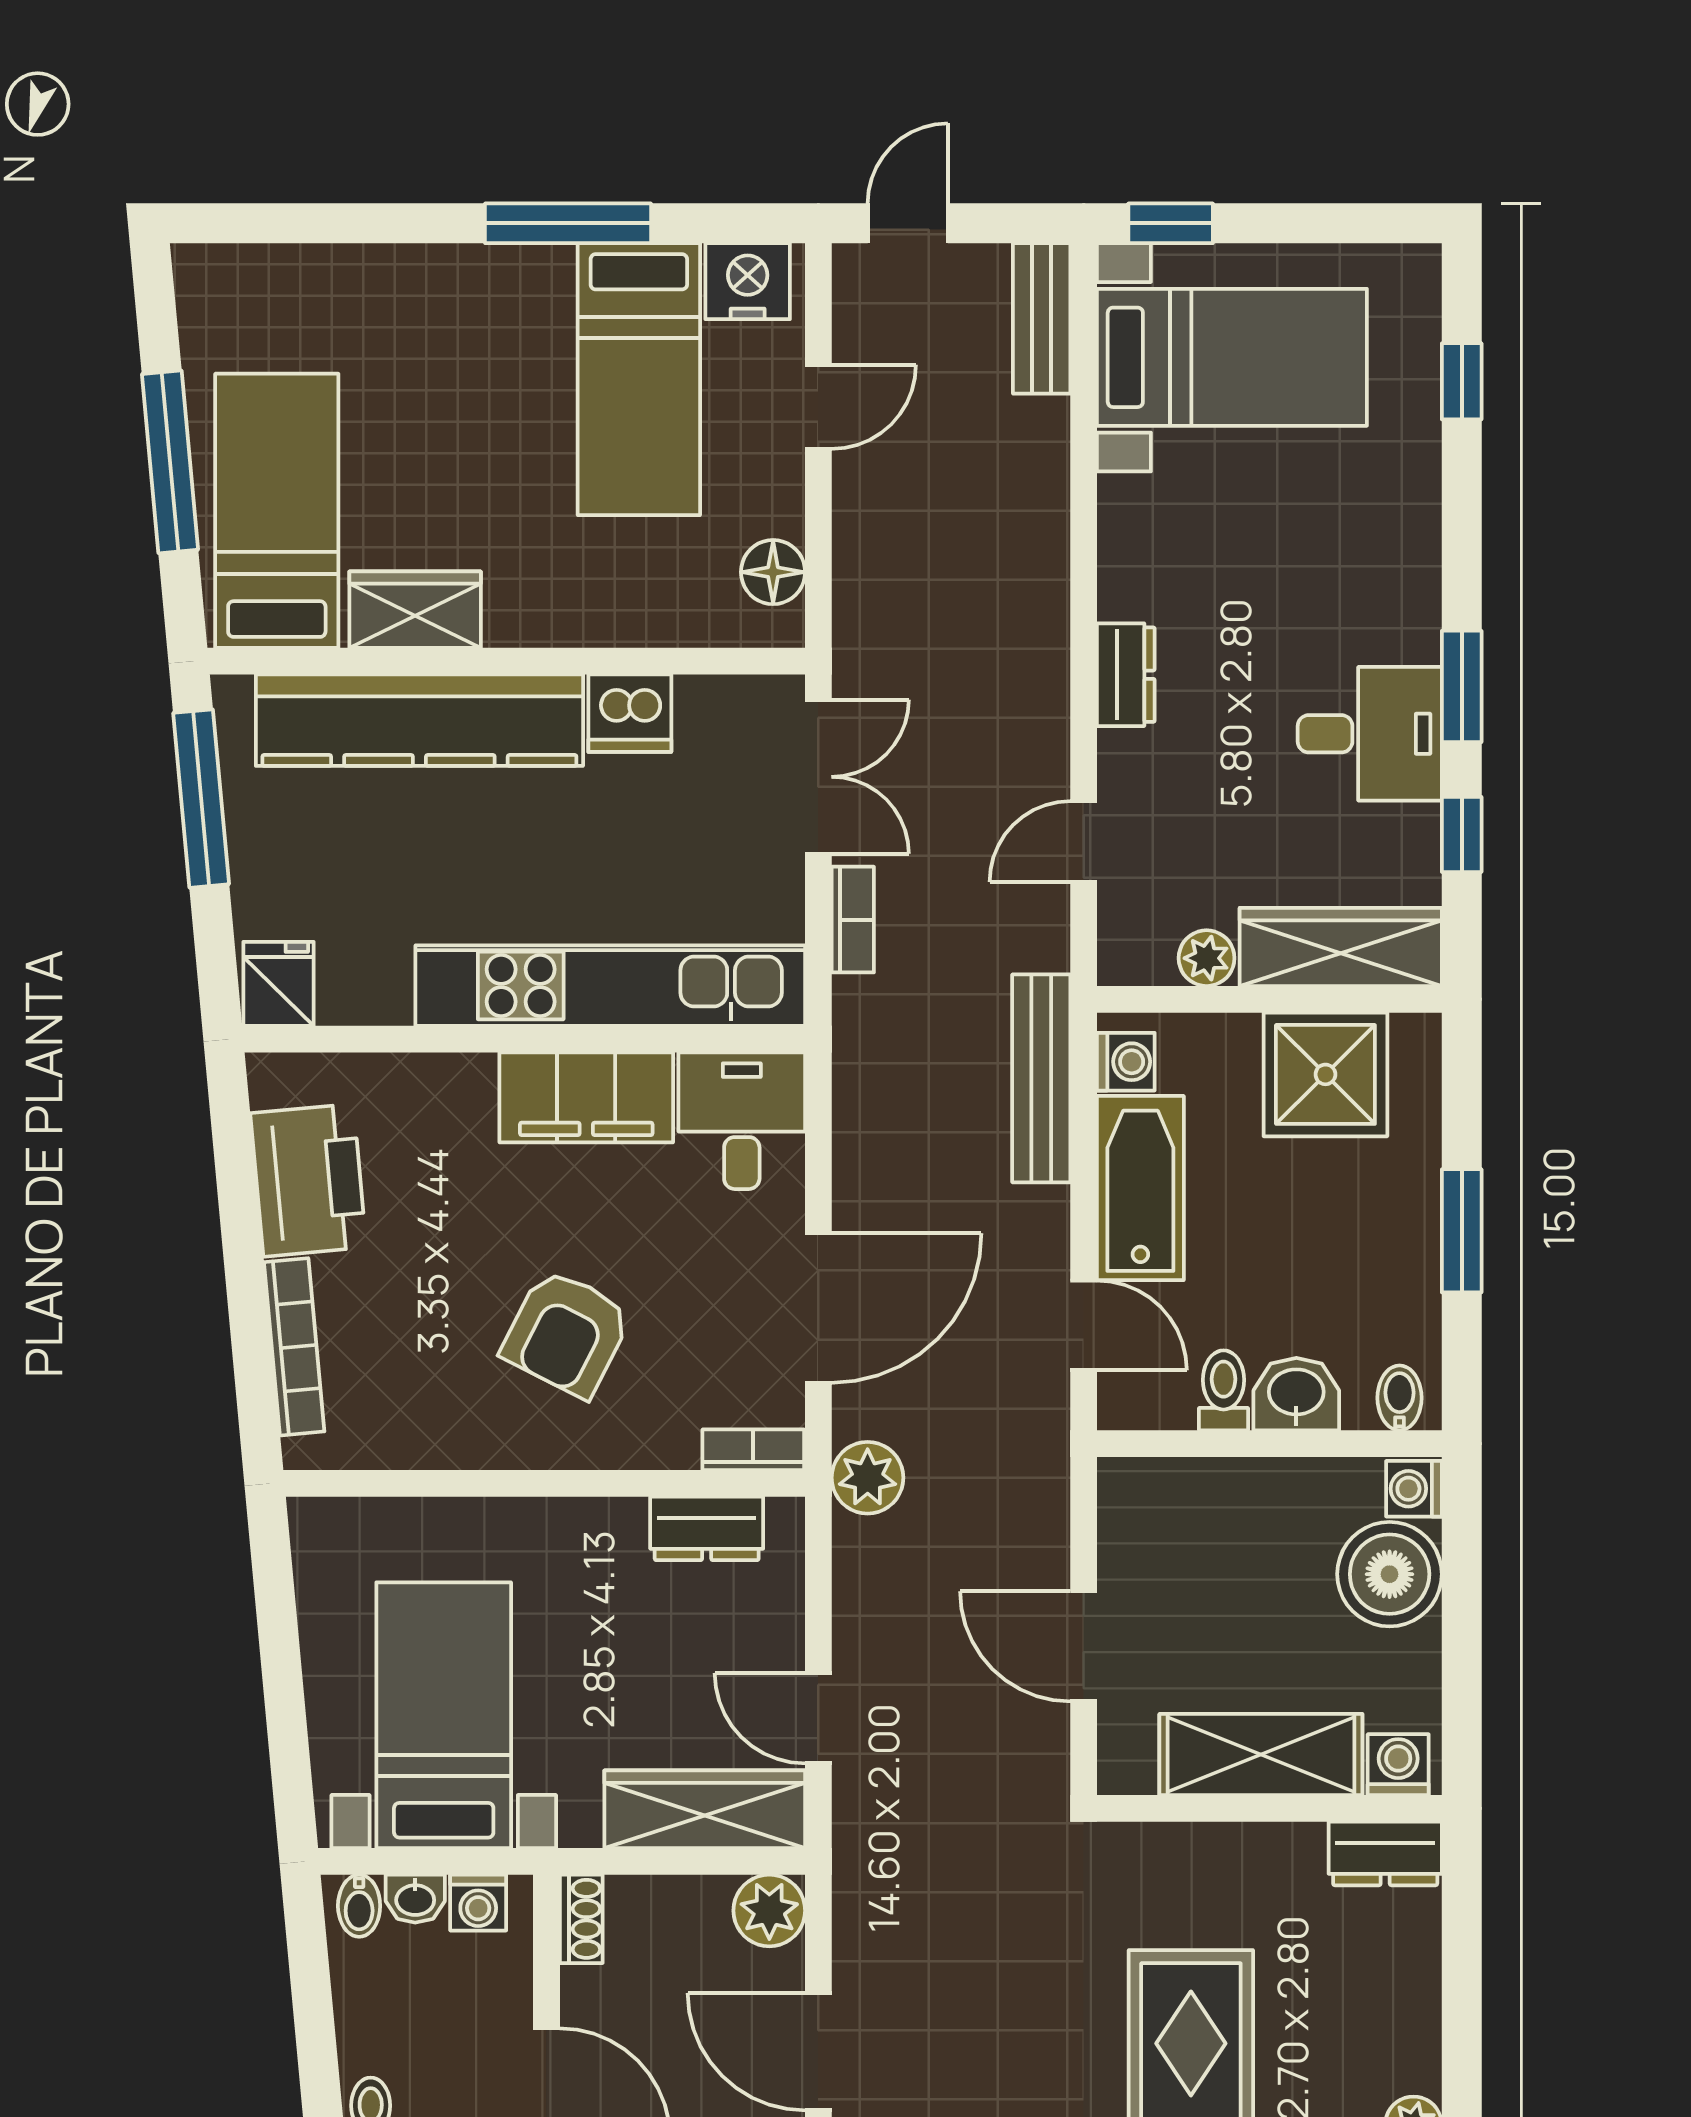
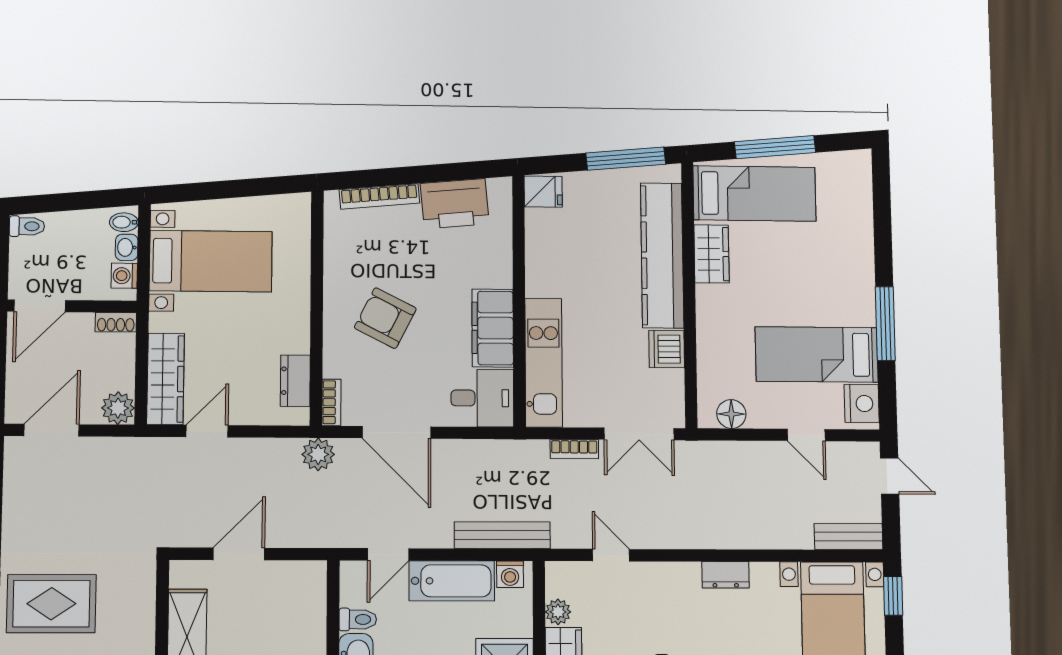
dresser: (1126, 675) -> (726, 575), moved
kitchen unit: (610, 986) -> (544, 363), width x0.73

